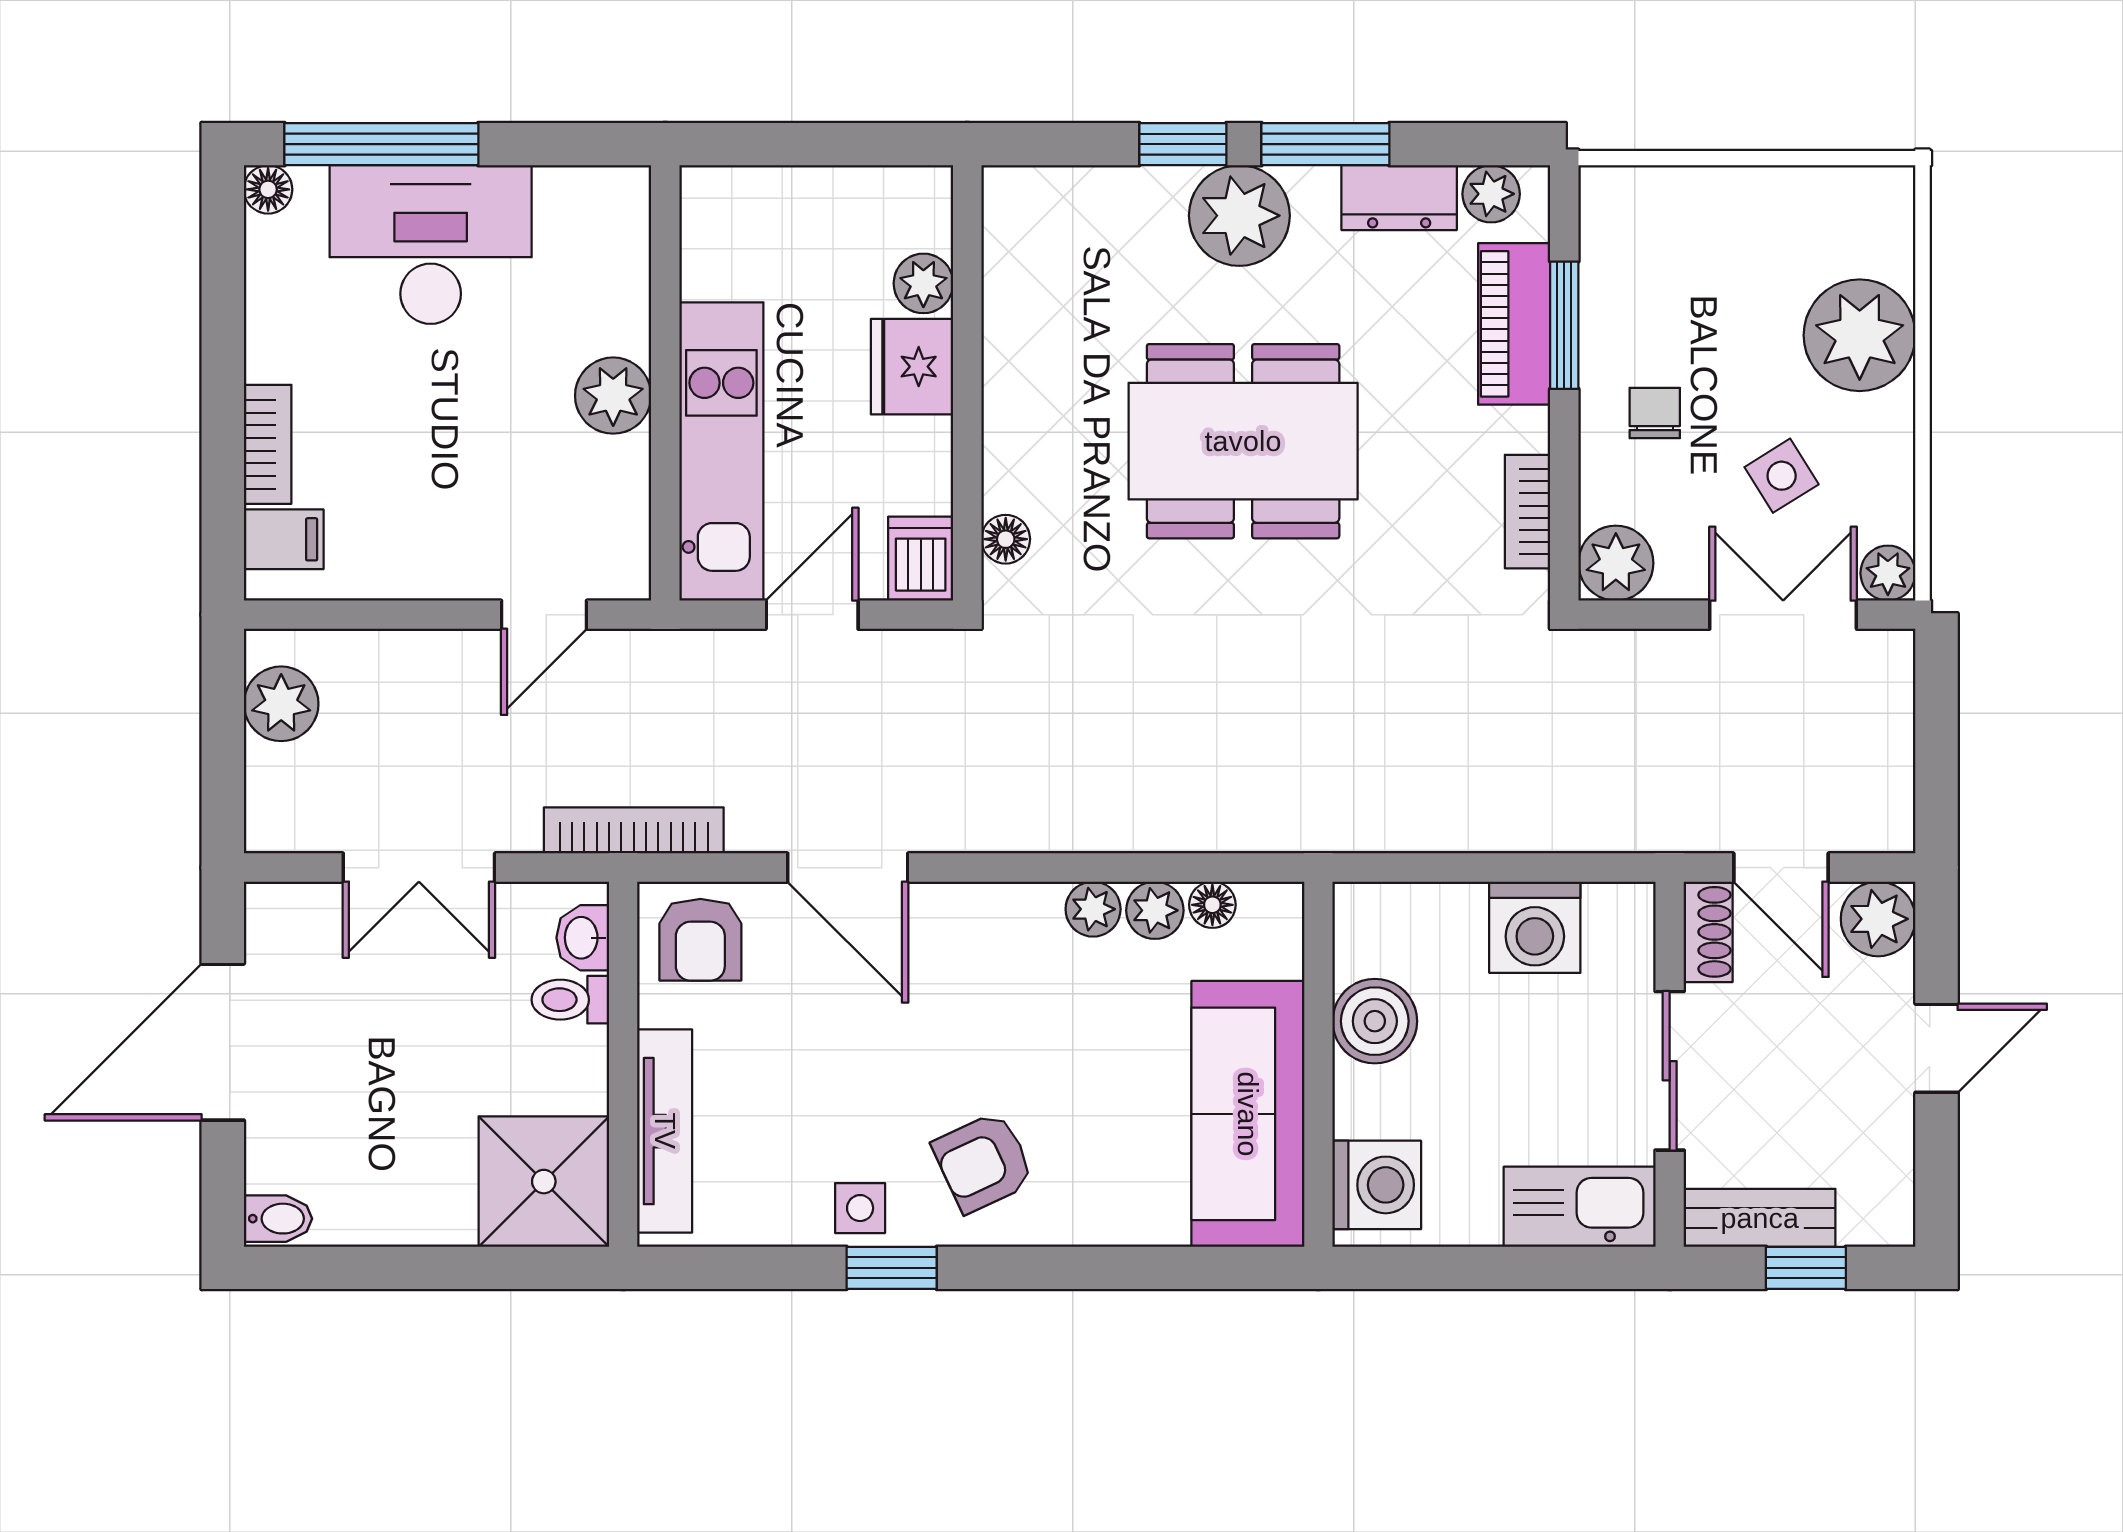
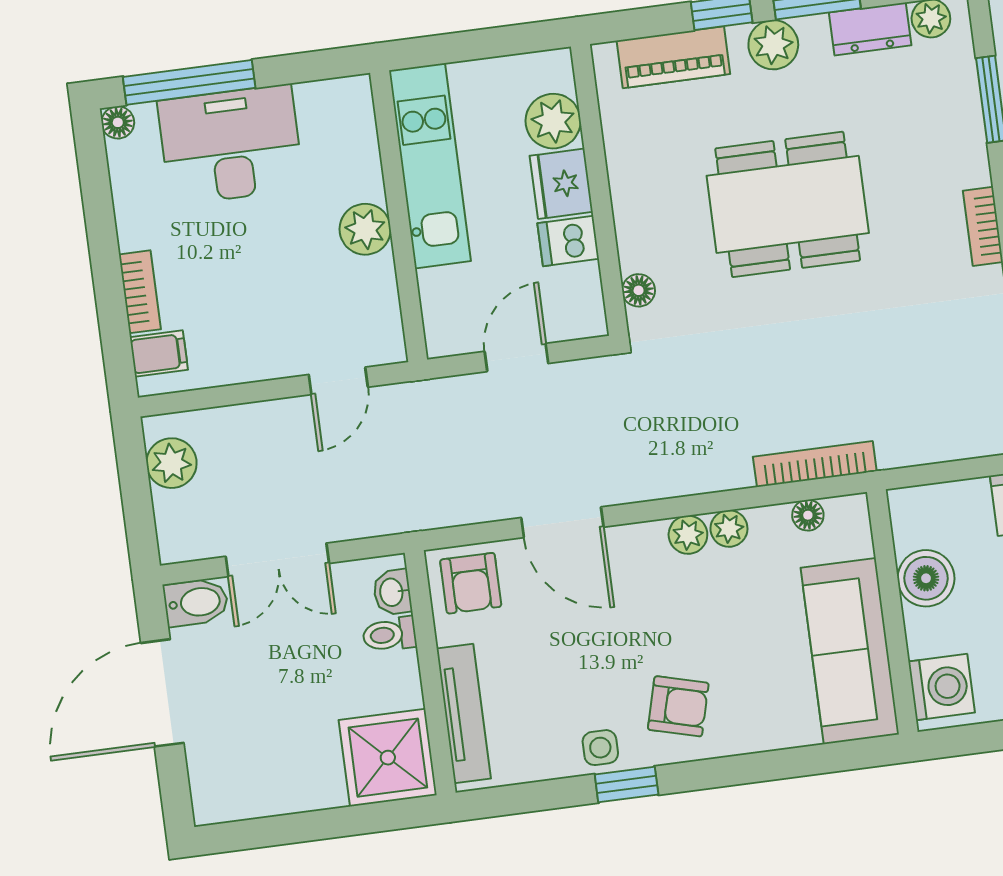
plant: (1239, 216) -> (773, 45), width x0.73, depth x0.73
plant: (923, 283) -> (553, 121), width x1.38, depth x1.38
piano: (1514, 324) -> (673, 57), moved, turned -90
kitchen unit: (721, 451) -> (430, 166), moved
dishwasher: (921, 559) -> (568, 241), moved, turned -90
bookcase: (634, 830) -> (815, 464), moved
plant: (1155, 910) -> (688, 535), moved
armchair: (983, 1162) -> (678, 706), turned -140
bidet: (278, 1219) -> (196, 602), moved, width x1.38, depth x1.36

